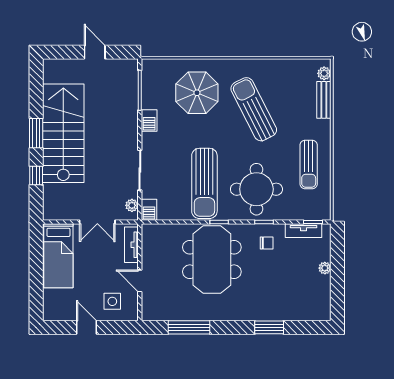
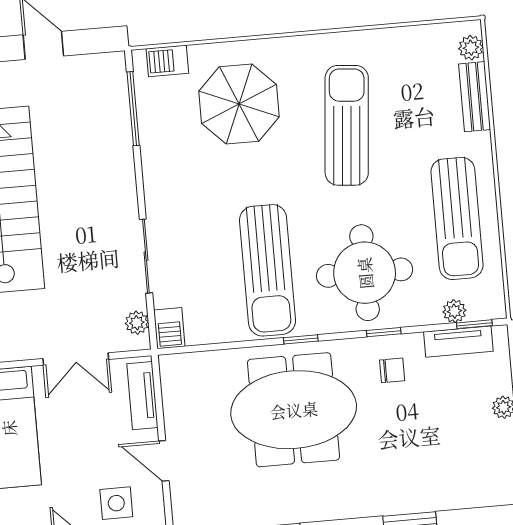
sun lounger: (254, 109) -> (347, 125), turned 32
barbecue: (149, 121) -> (167, 61), moved, turned 90
sun lounger: (309, 164) -> (457, 218), width x1.36, depth x1.34
plant: (303, 214) -> (454, 311), added
meeting table: (212, 259) -> (294, 410), turned 90

